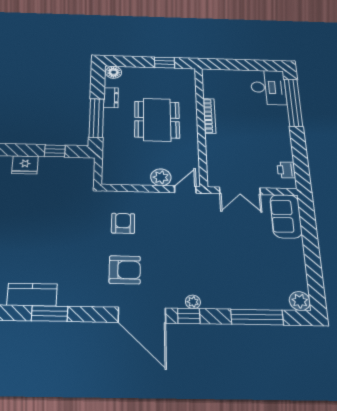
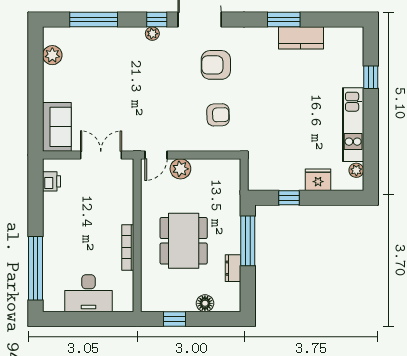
floor lamp: (114, 72) -> (205, 303), moved
desk: (268, 87) -> (88, 293), moved, turned -90
armchair: (123, 223) -> (218, 115), turned -92
plant: (300, 301) -> (52, 55), moved

